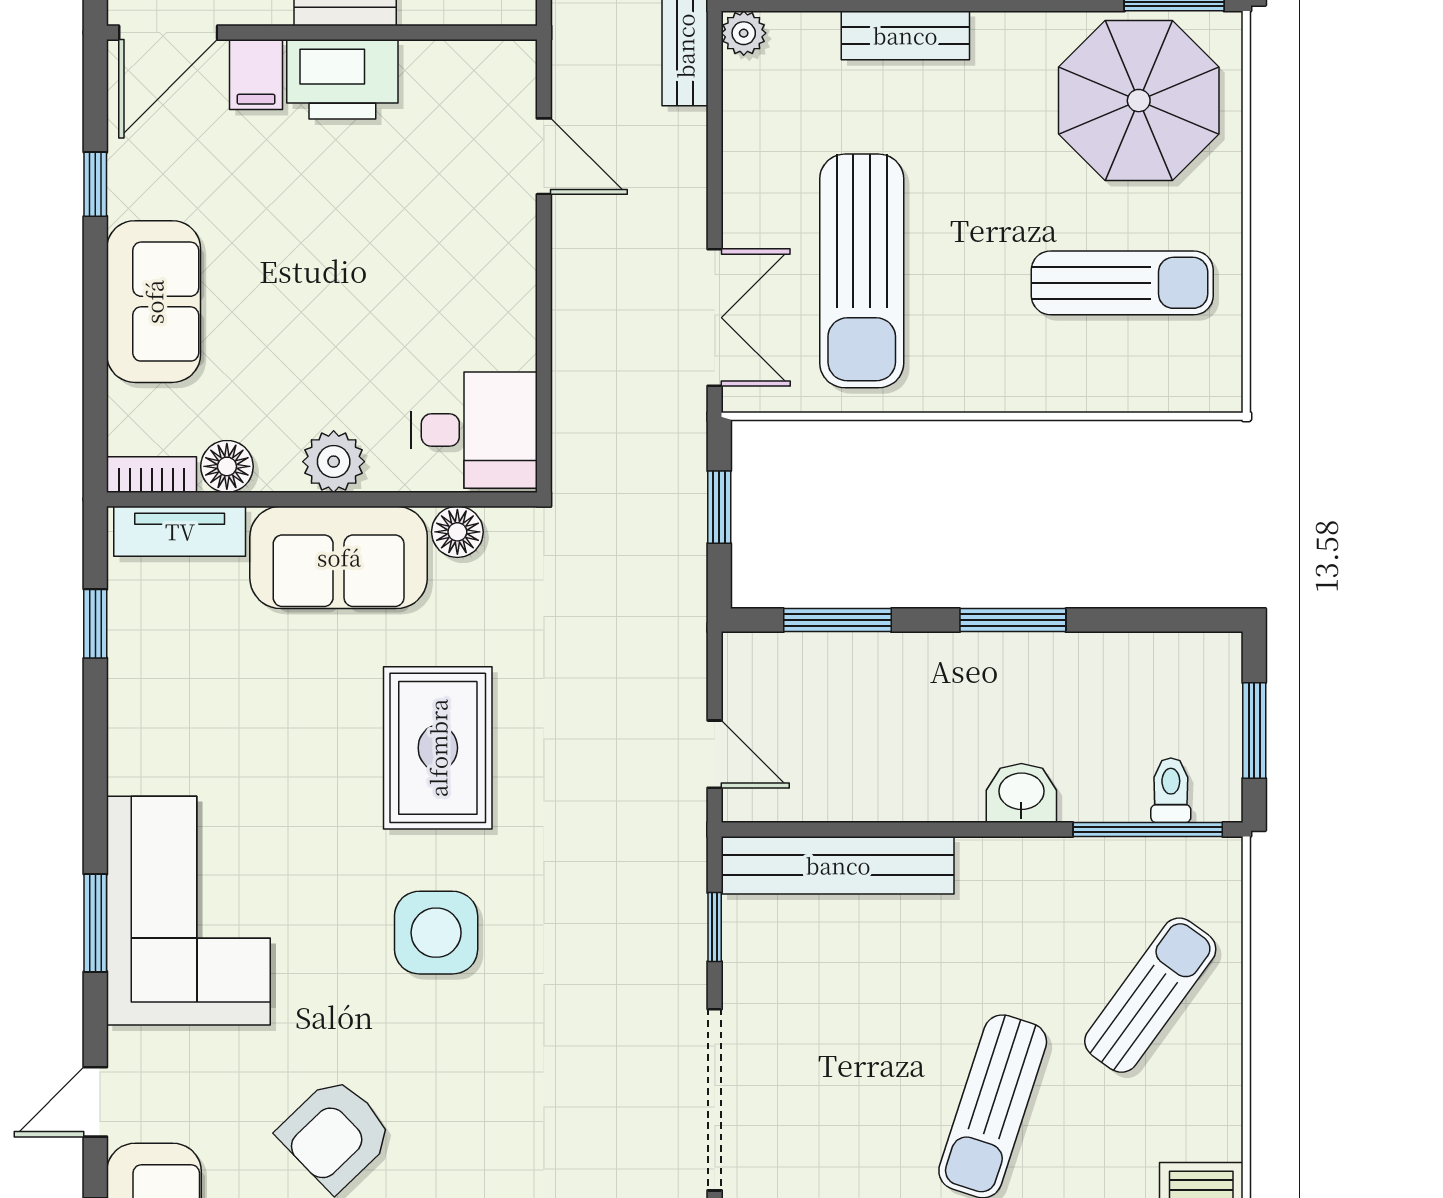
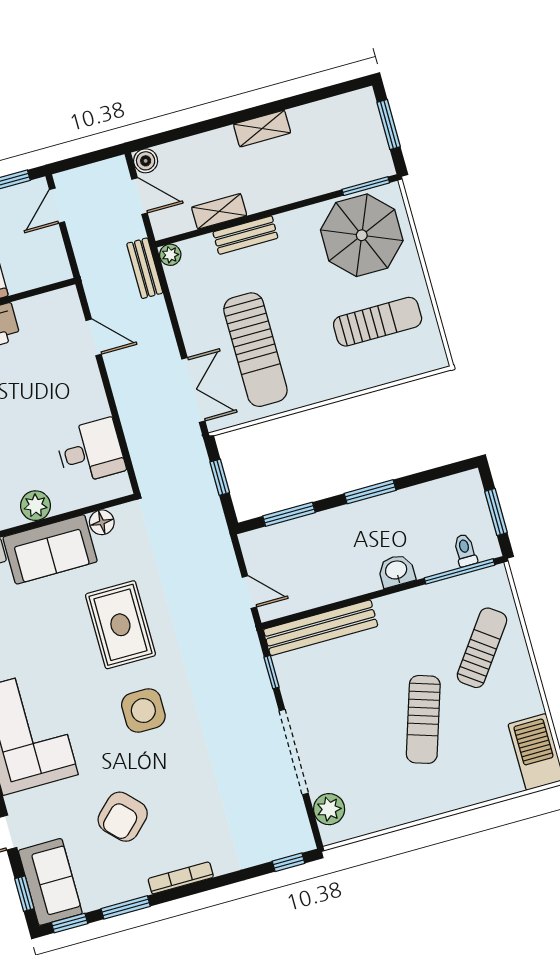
desk: (474, 430) -> (90, 451), moved

